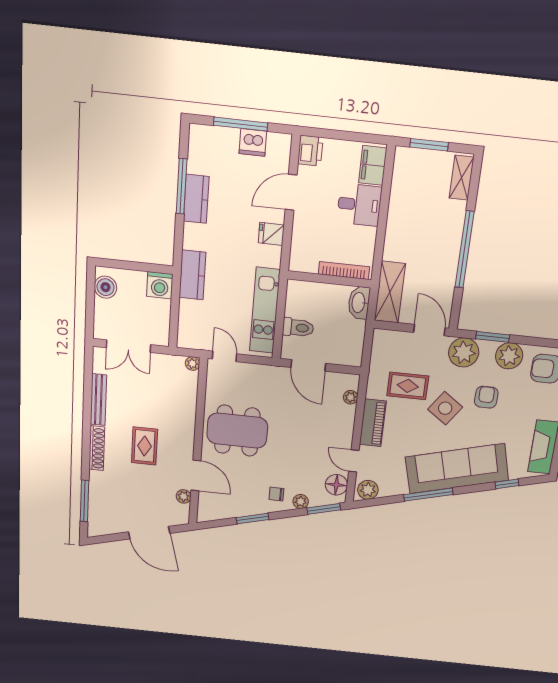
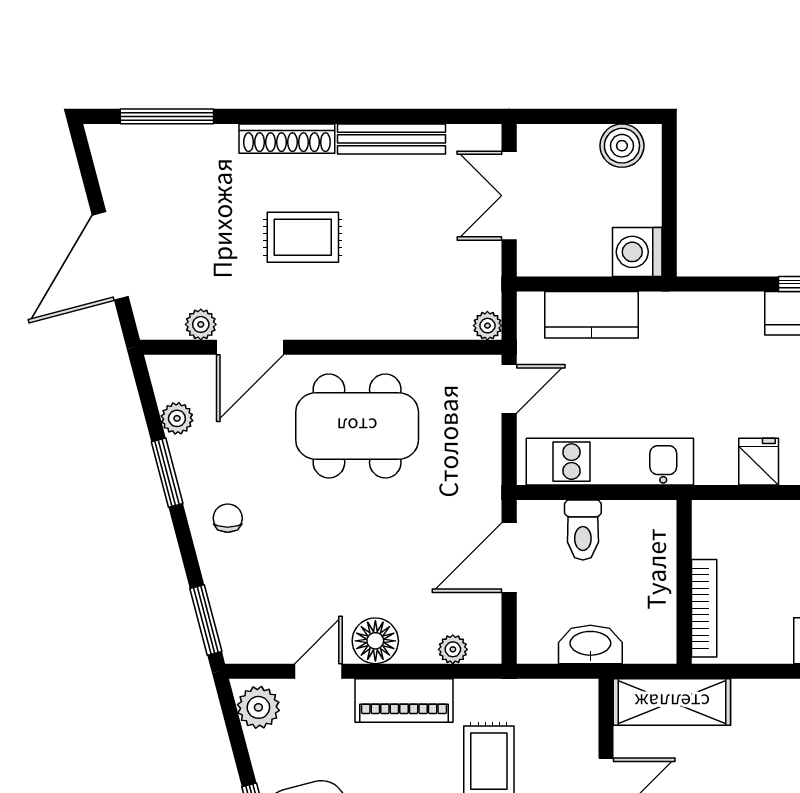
kitchen counter: (192, 275) -> (591, 315), moved
washbasin: (359, 303) -> (590, 644), moved
dining table: (237, 431) -> (357, 426), turned 90
floor lamp: (336, 485) -> (375, 641), moved
plant: (301, 502) -> (177, 418), moved

